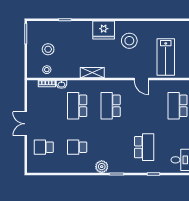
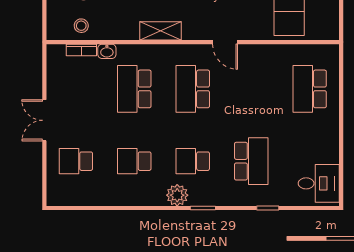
door: (141, 79) -> (225, 42), moved
school desk: (111, 147) -> (193, 161), added

